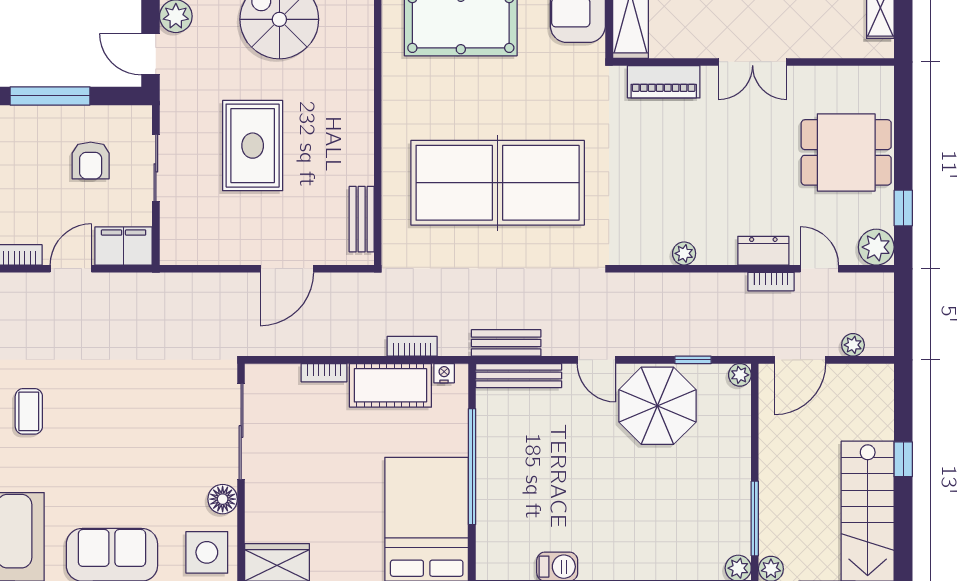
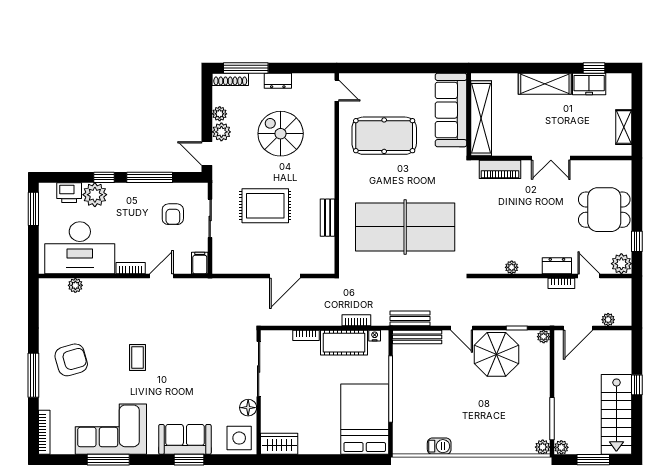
rug: (253, 146) -> (265, 206), turned 90
bench: (362, 219) -> (328, 218), moved
filing cabinet: (124, 246) -> (200, 263), width x0.50

